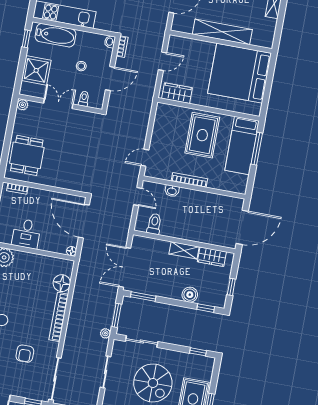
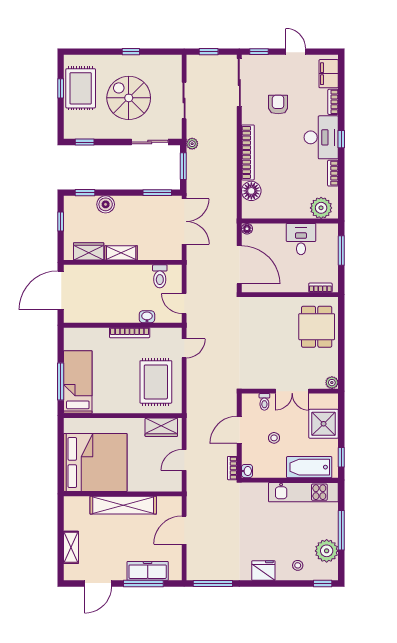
rug: (202, 135) -> (156, 382), moved

